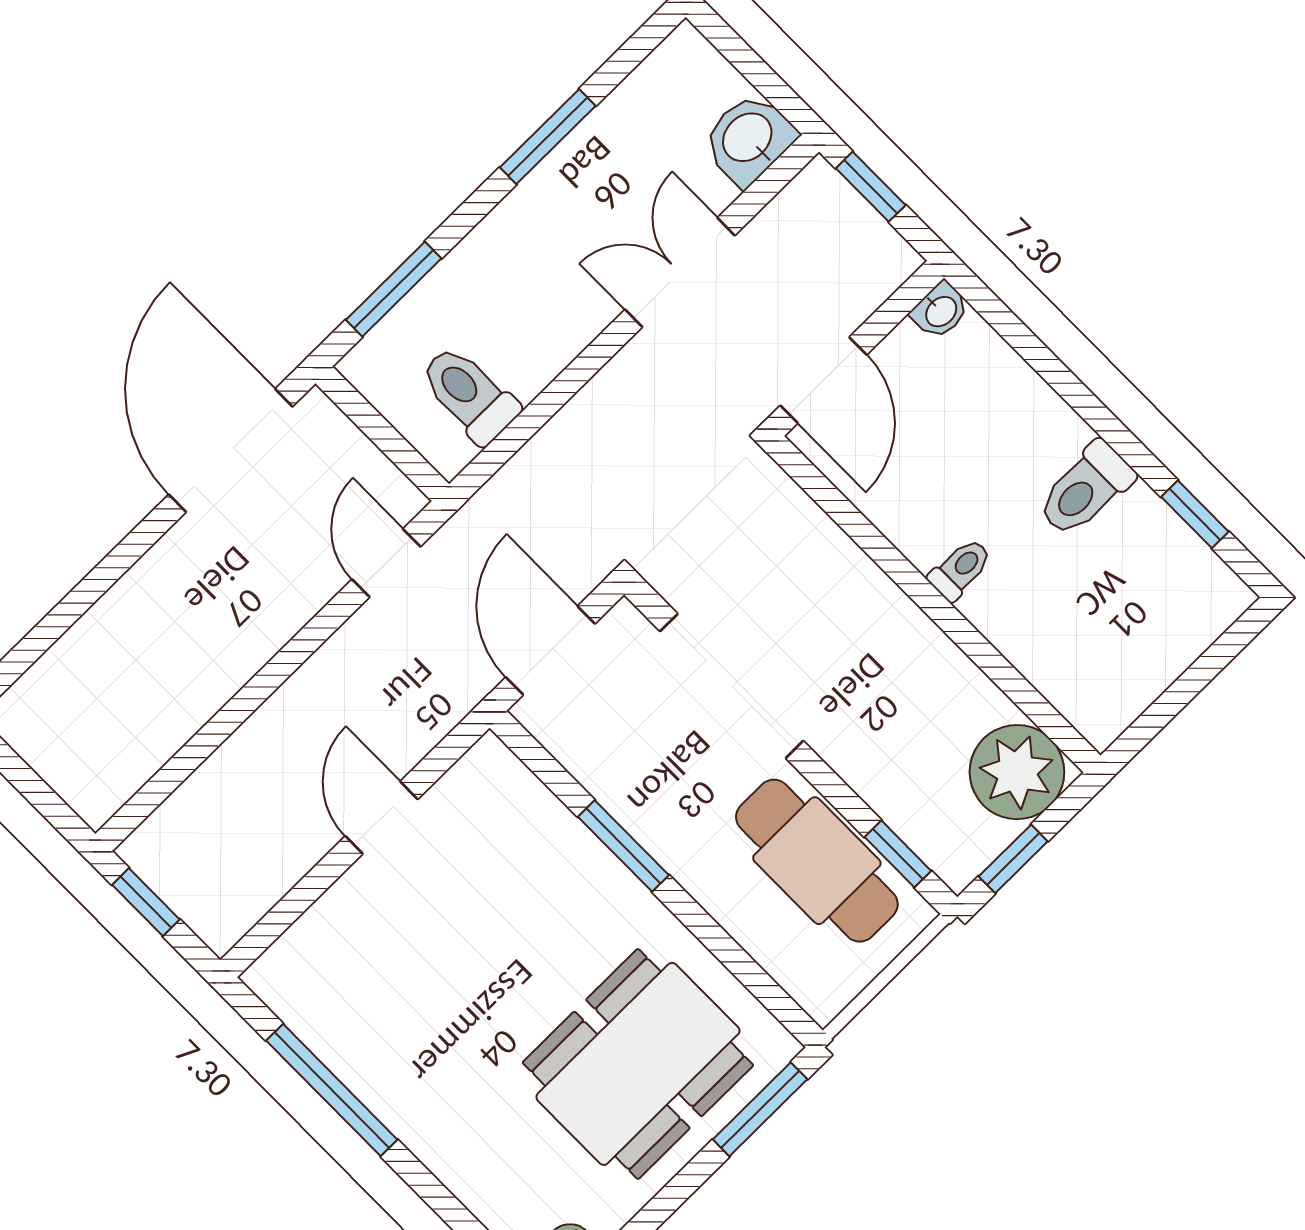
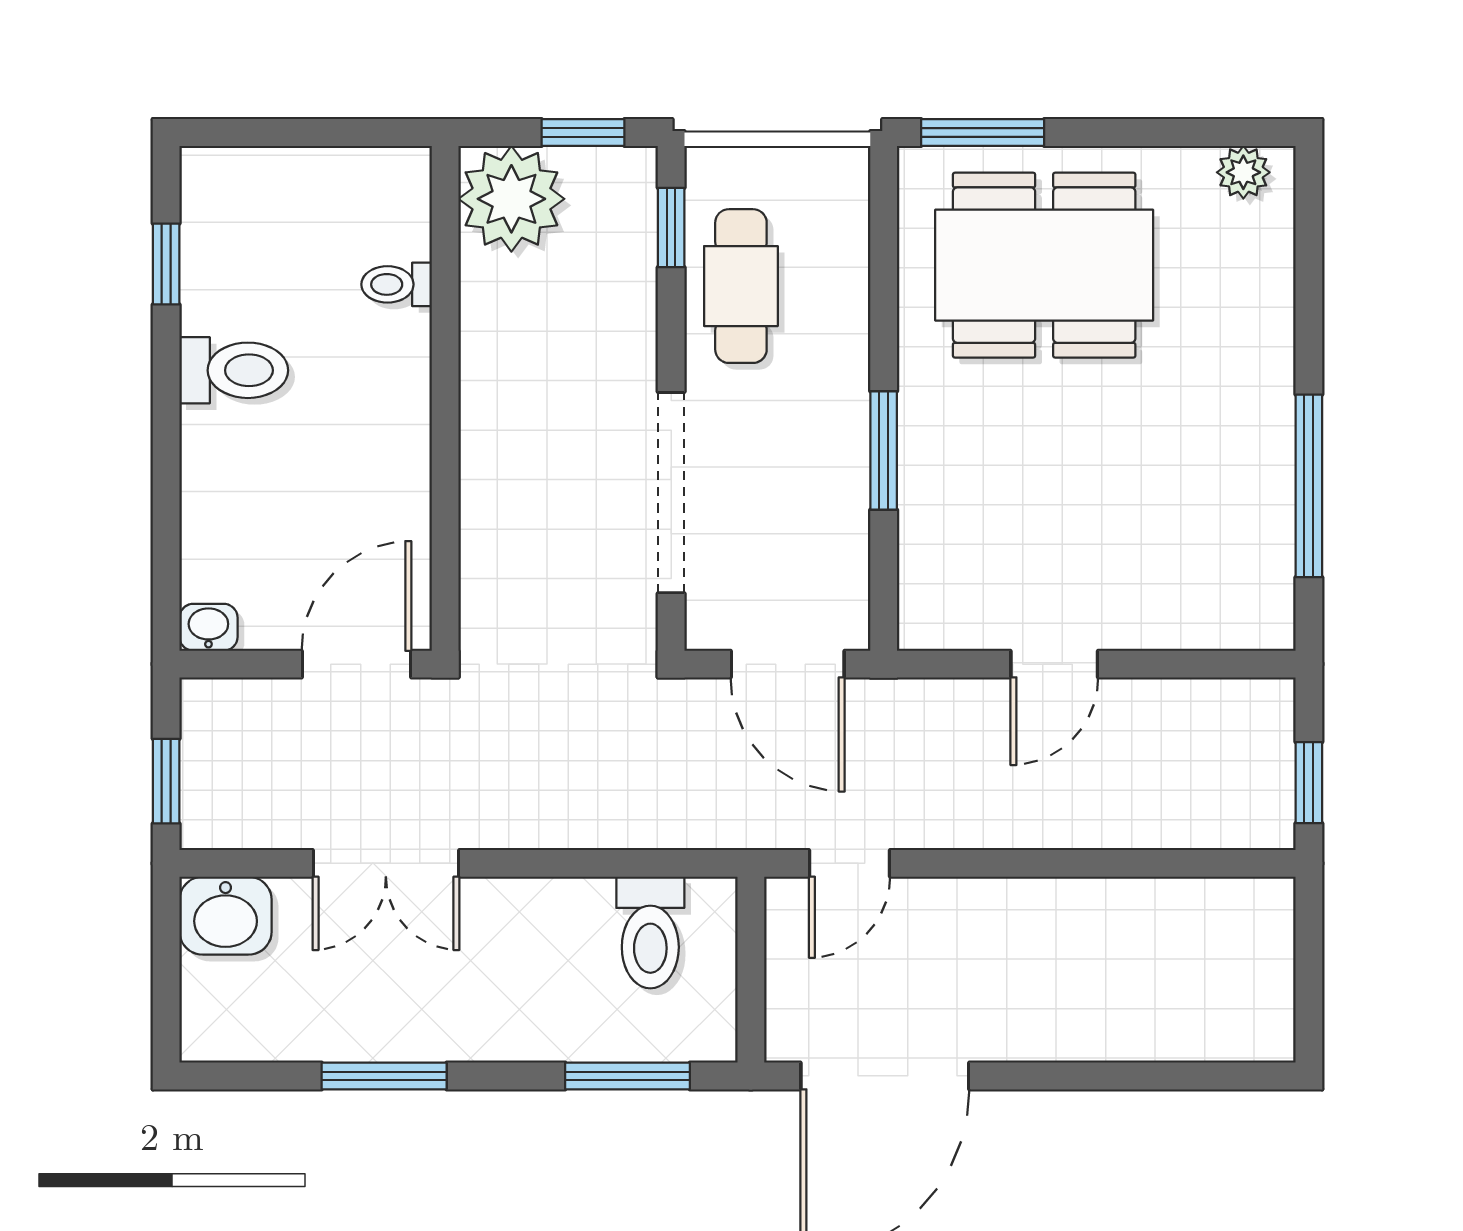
toilet: (960, 569) -> (397, 284), moved
door: (550, 650) -> (788, 664), hinge flipped
cafe table: (817, 861) -> (741, 286), width x0.73, depth x0.74

